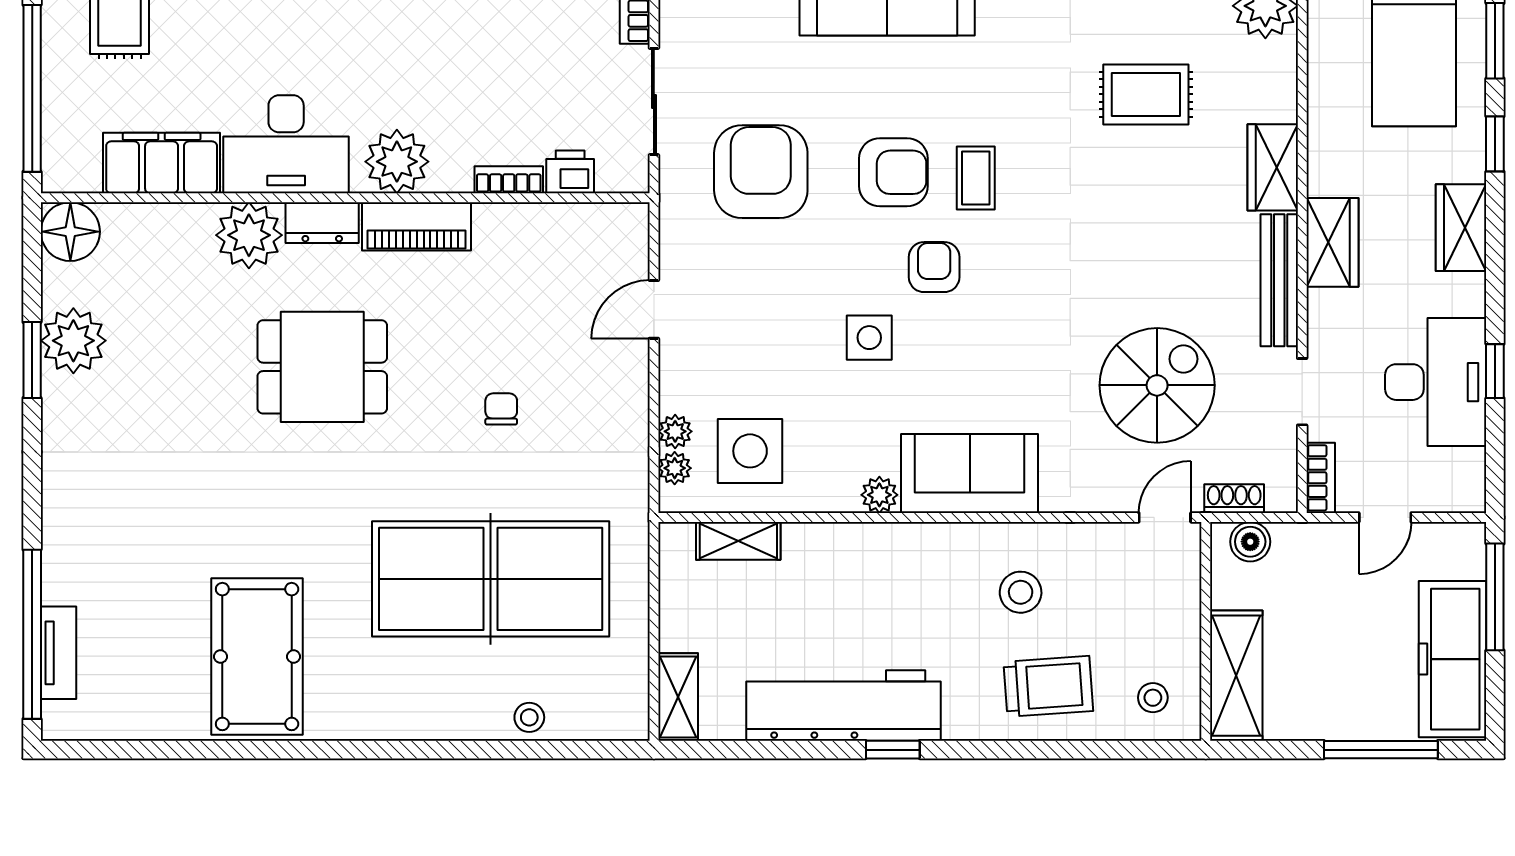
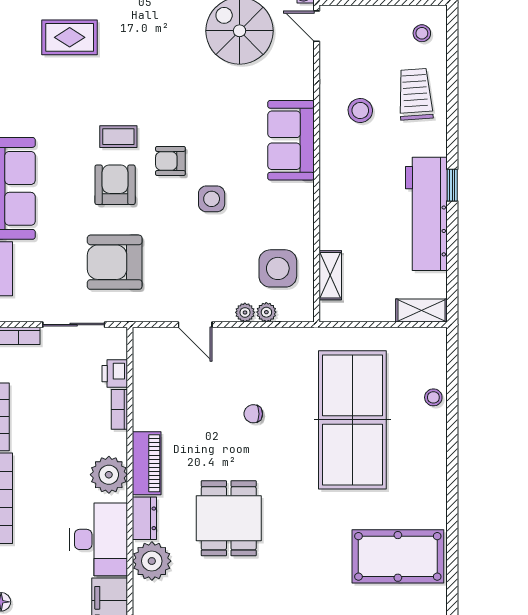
rug: (1146, 94) -> (70, 37), turned 90
plant: (675, 468) -> (245, 312), moved
plant: (879, 495) -> (303, 193), removed

